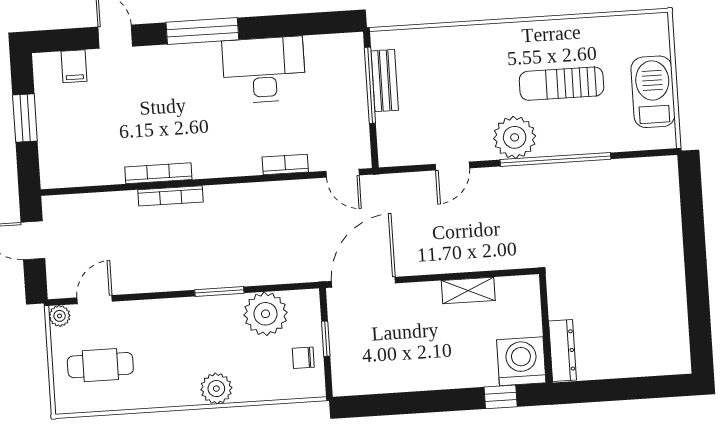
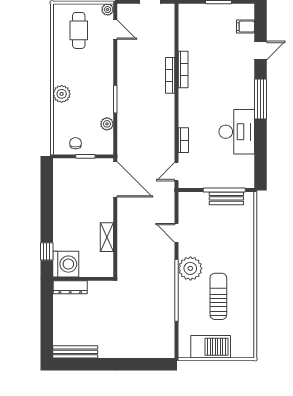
plant: (266, 314) -> (107, 124), width x0.53, depth x0.53
bench: (678, 334) -> (75, 352), added

